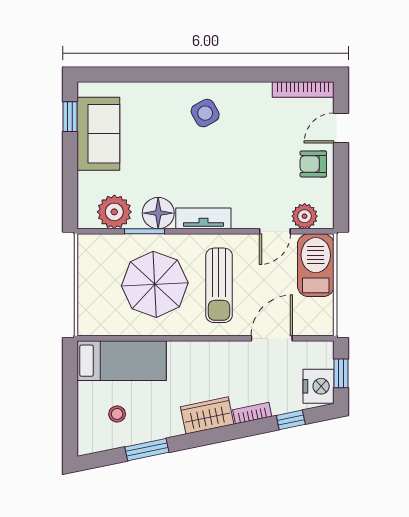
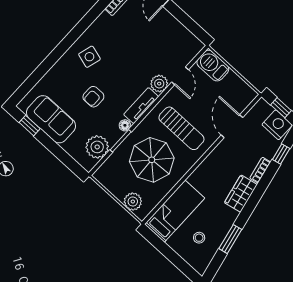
side table: (205, 113) -> (89, 57), turned 45
armchair: (313, 164) -> (93, 97), moved
floor lamp: (158, 213) -> (125, 125), width x0.53, depth x0.53
plant: (305, 216) -> (159, 84), moved
barbecue: (316, 265) -> (213, 66), width x0.73, depth x0.83
plant: (90, 305) -> (133, 202), added

